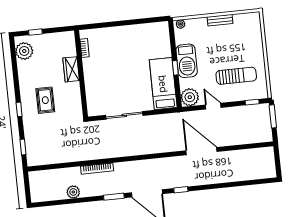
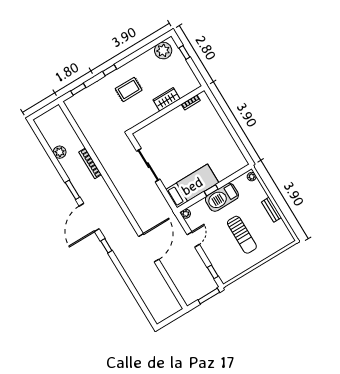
sun lounger: (236, 76) -> (242, 235), moved
plant: (190, 97) -> (186, 214), width x0.53, depth x0.53

